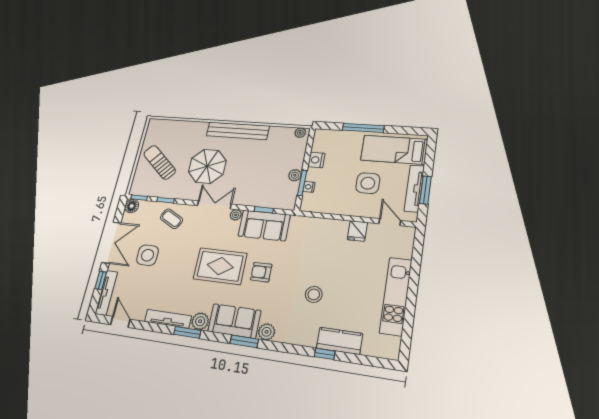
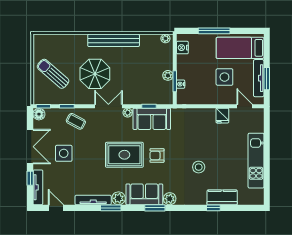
nightstand: (316, 160) -> (182, 48), moved

